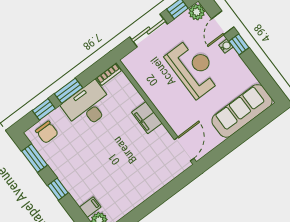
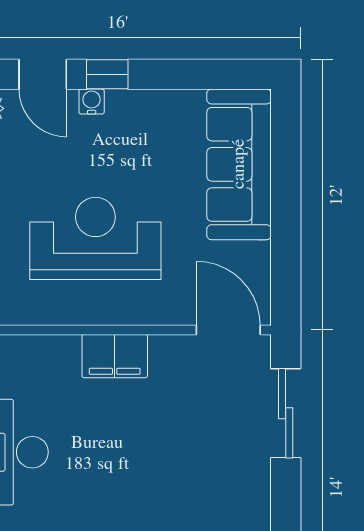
reception desk: (193, 68) -> (95, 238), moved
sliding door: (171, 189) -> (286, 413), added

